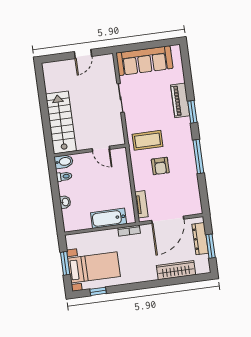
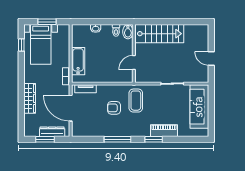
wardrobe: (176, 270) -> (30, 98), moved

